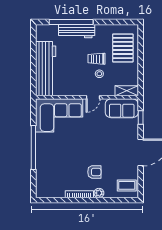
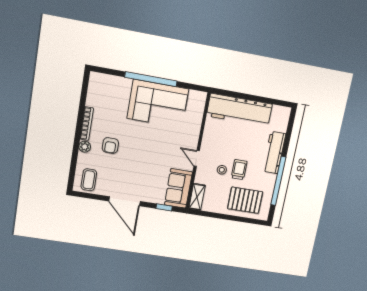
window: (71, 22) -> (278, 181), moved
corner sofa: (59, 115) -> (158, 104), moved, turned -90

